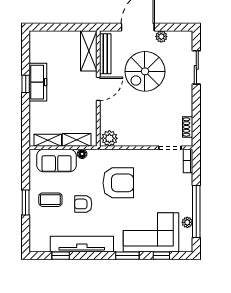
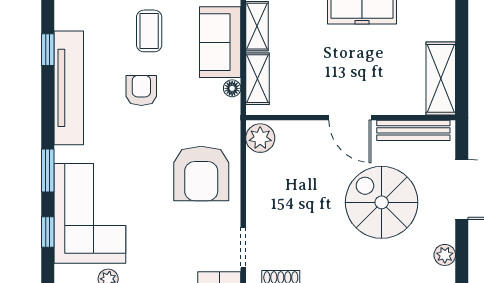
plant: (161, 36) -> (445, 255), moved
shelving: (89, 51) -> (441, 78), moved, turned 90
armchair: (118, 183) -> (201, 173), moved

